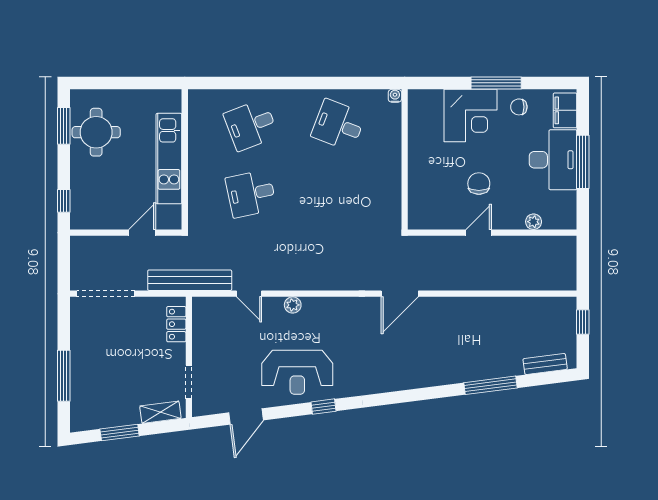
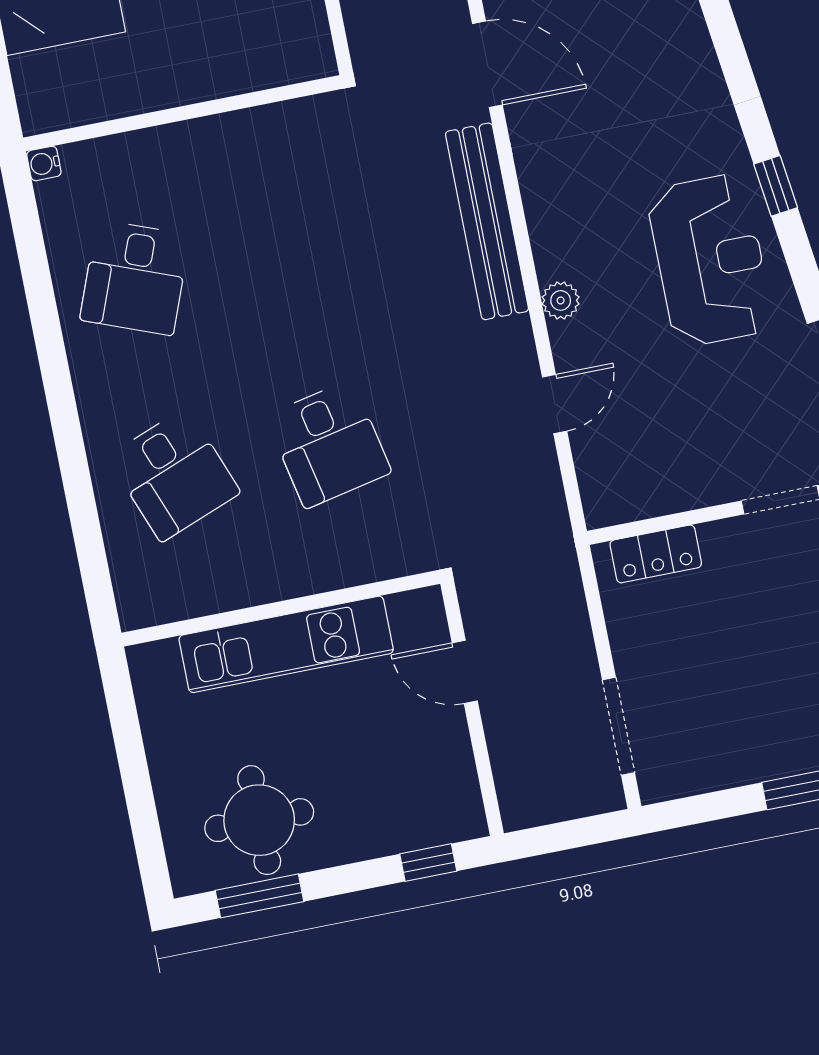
bench: (190, 280) -> (487, 221), moved
doorway: (106, 294) -> (618, 726), width x0.73

